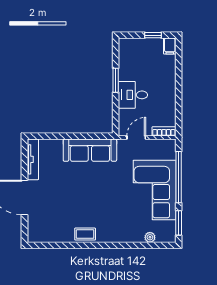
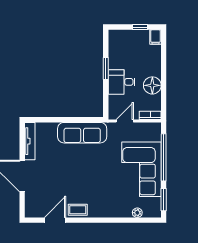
floor lamp: (166, 99) -> (152, 85), added
door: (60, 245) -> (55, 220), added

